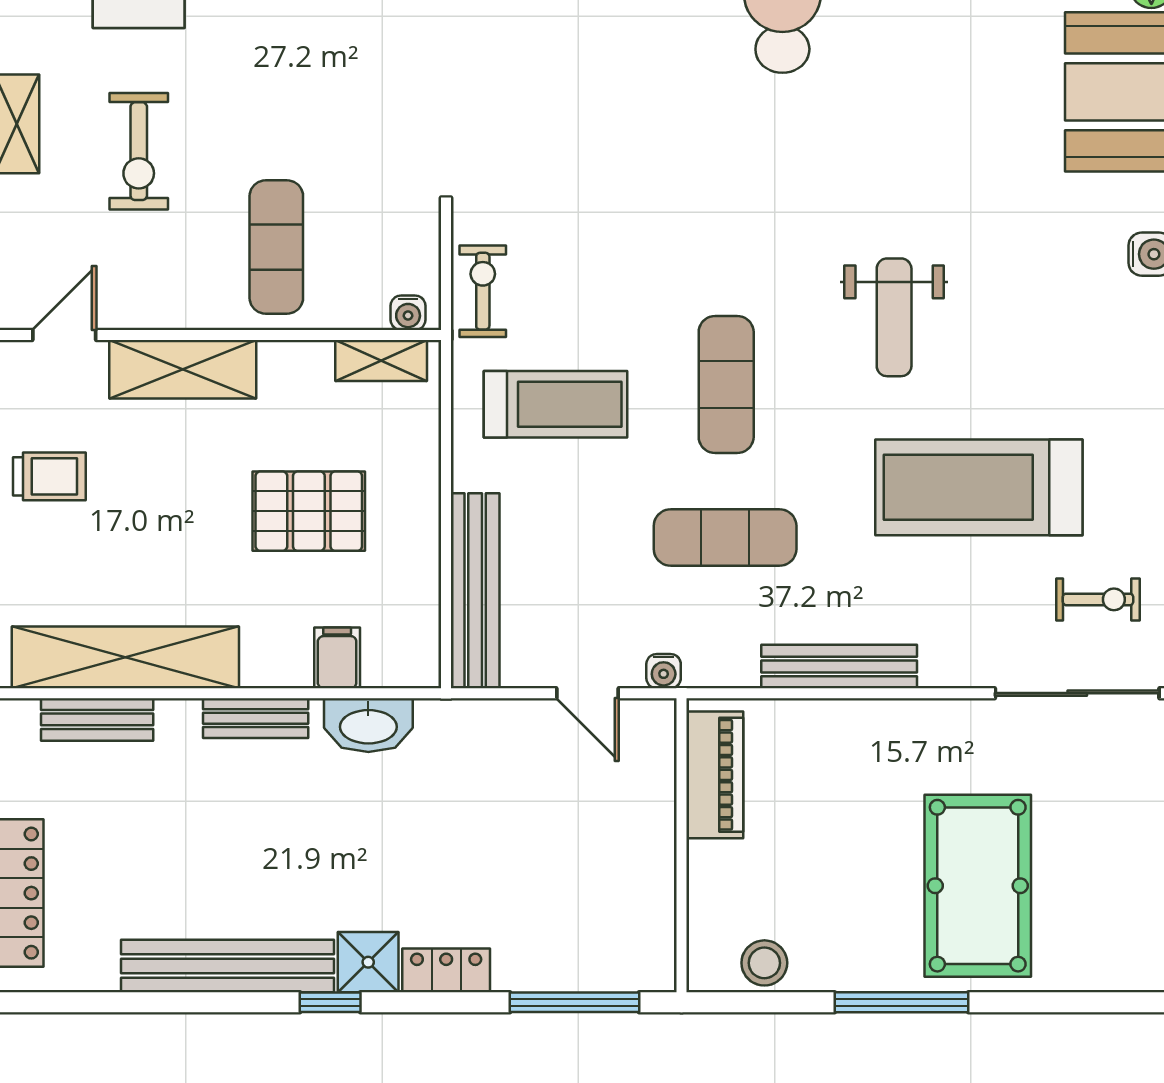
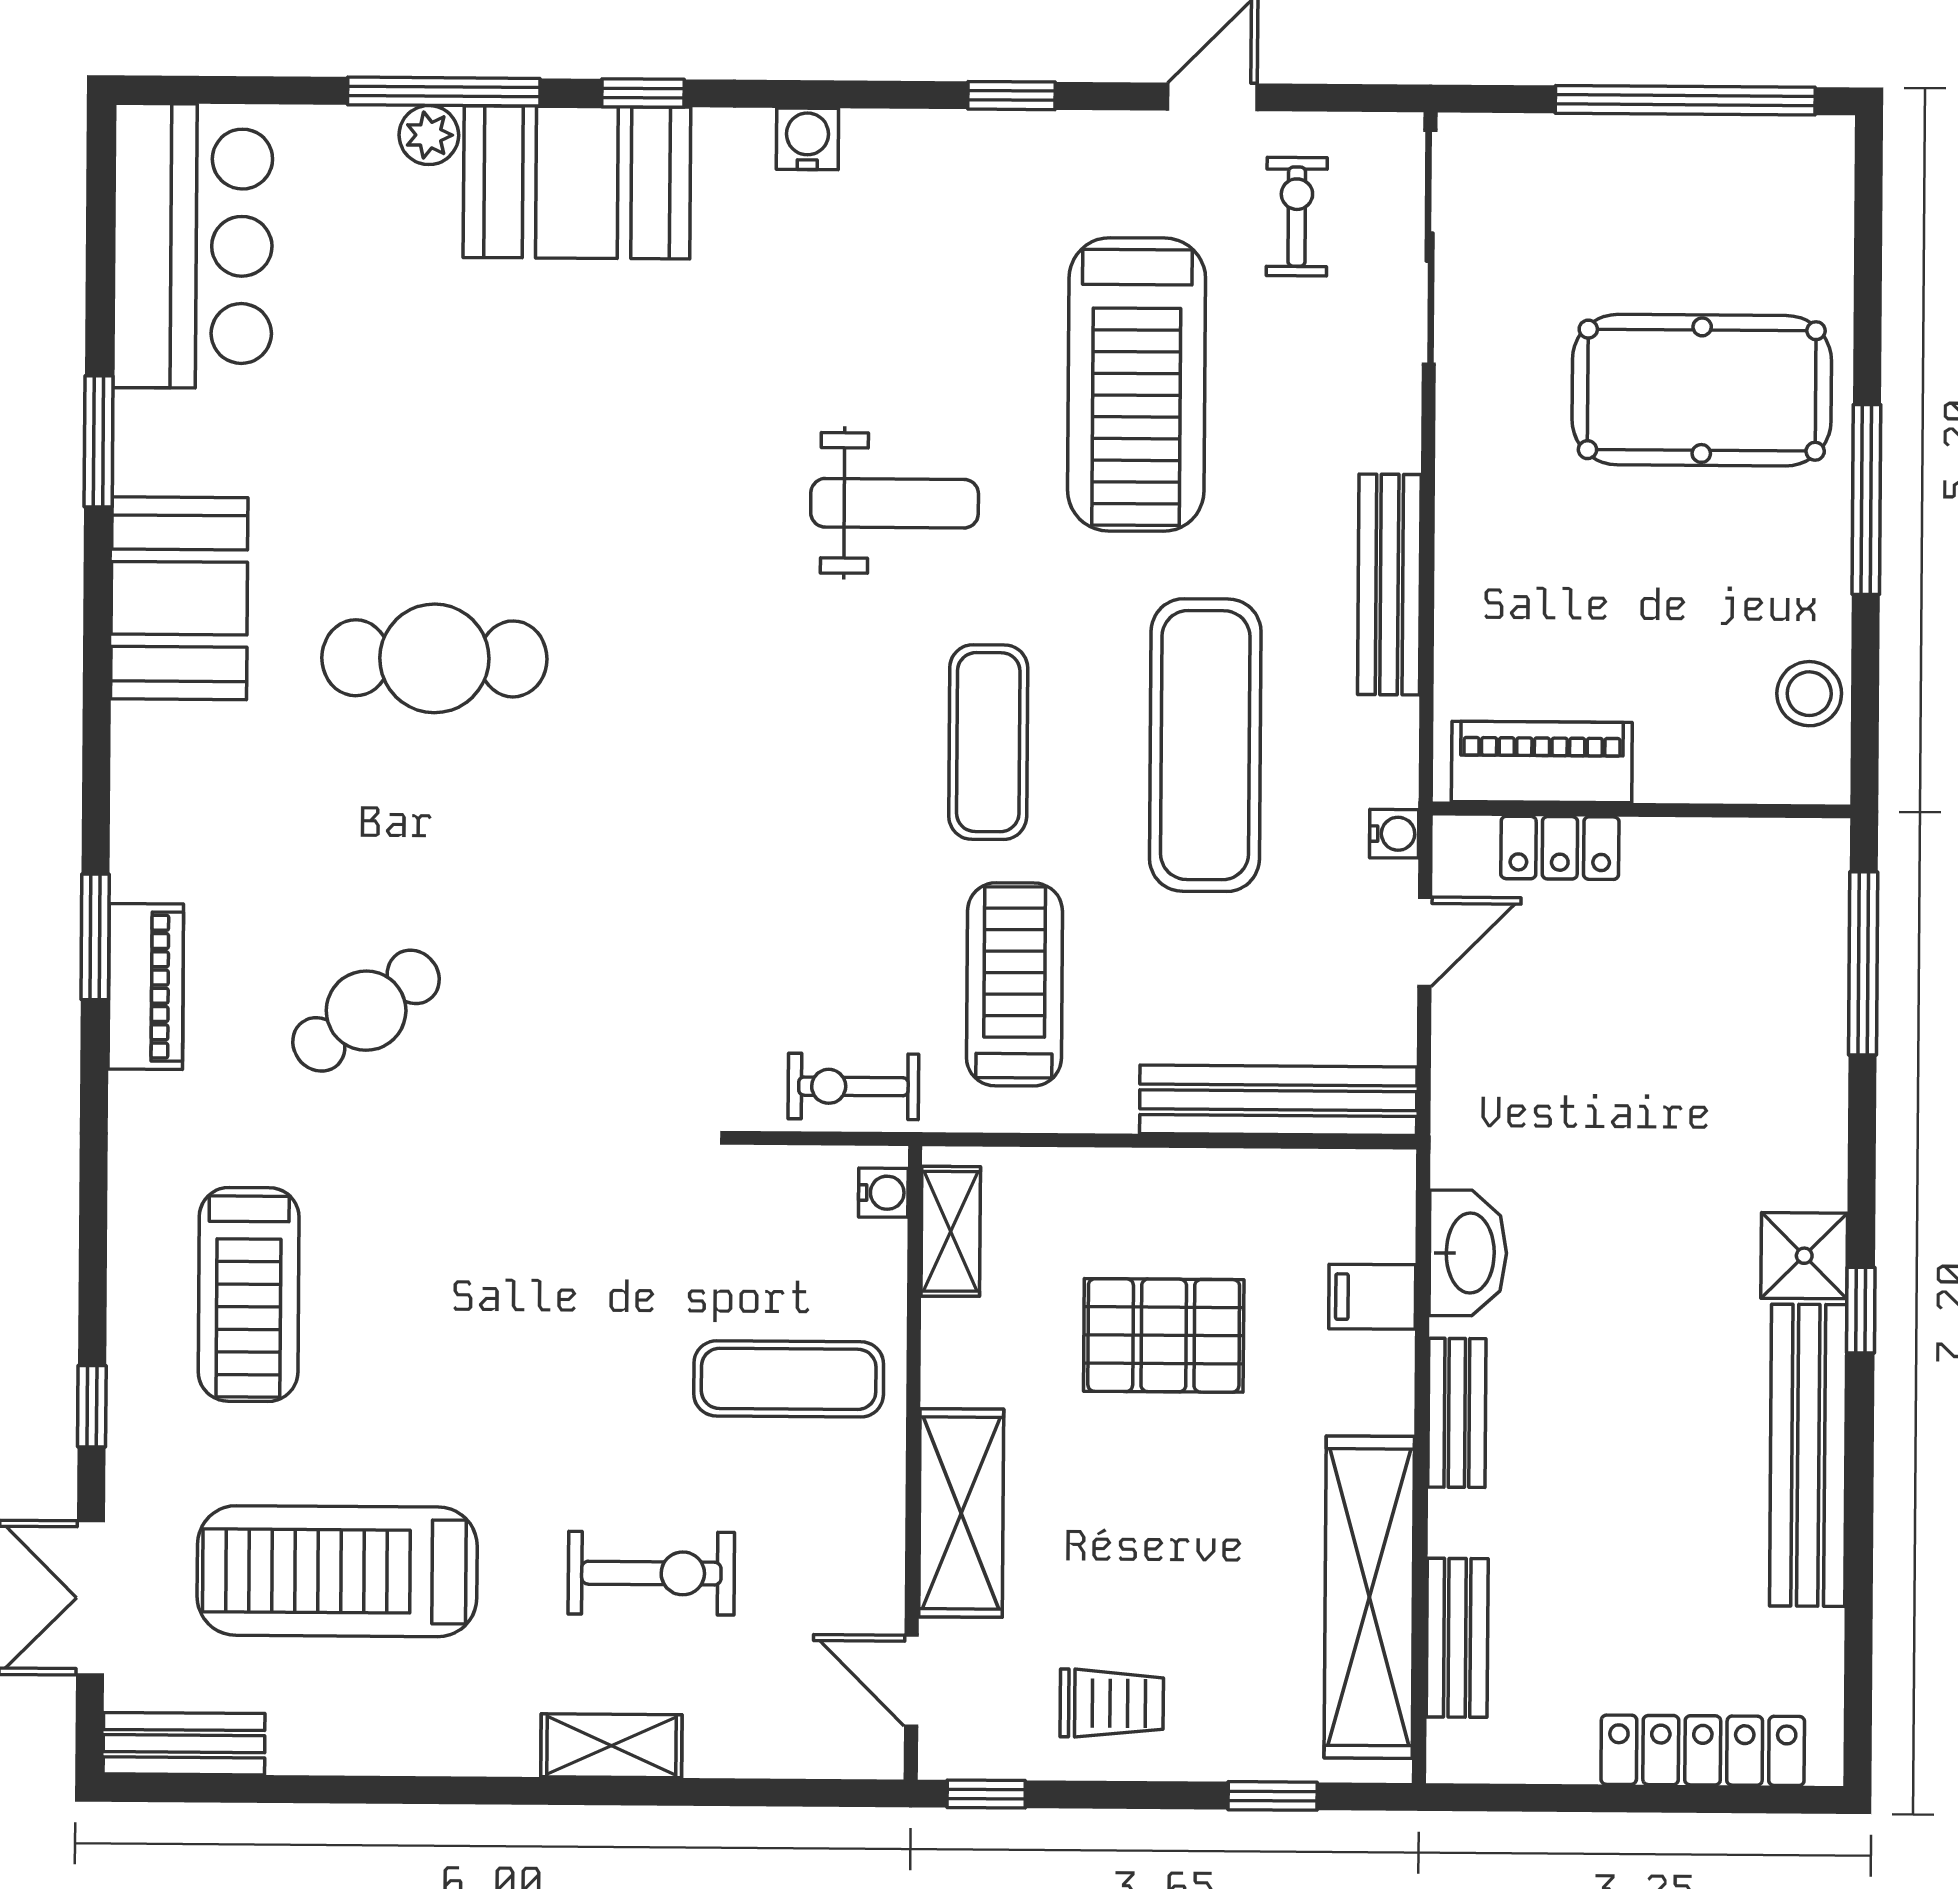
exercise mat: (726, 385) -> (988, 742), turned 90
trolley: (49, 476) -> (1112, 1703), turned 90
pallet: (309, 511) -> (1164, 1335), turned 90
exercise mat: (725, 538) -> (1205, 745), width x1.36, depth x1.45
locker: (446, 970) -> (1560, 848), moved, turned -90

